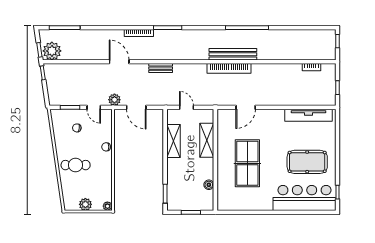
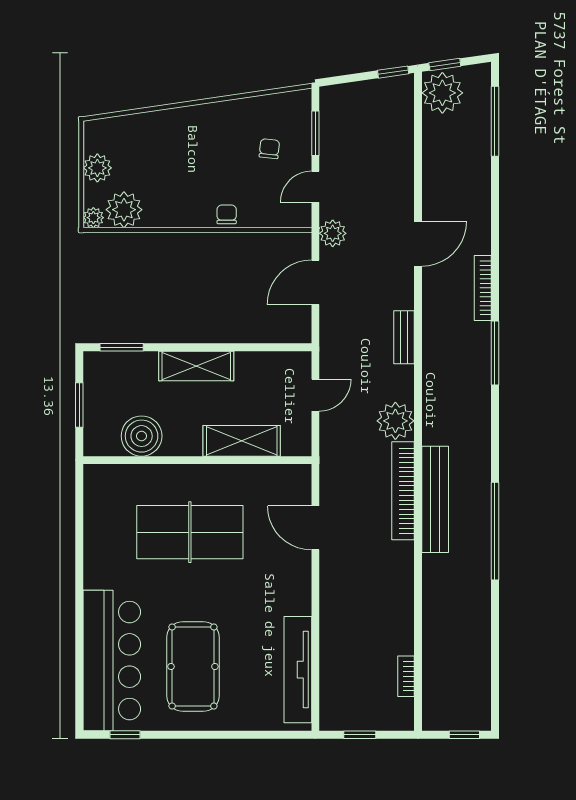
plant: (198, 72) -> (395, 421), added
shelving: (173, 141) -> (196, 366), moved
cafe table: (76, 165) -> (186, 146), removed
boiler: (209, 185) -> (142, 436), width x1.86, depth x1.86
plant: (104, 193) -> (124, 210), added

